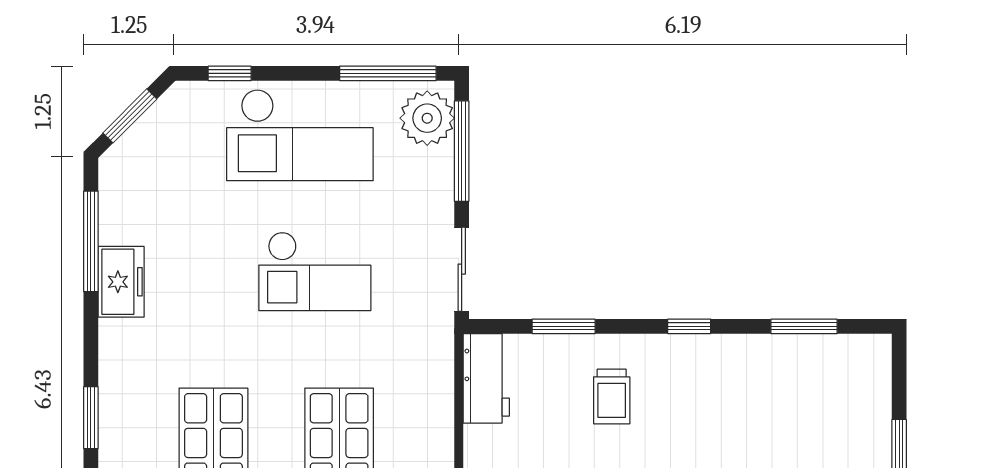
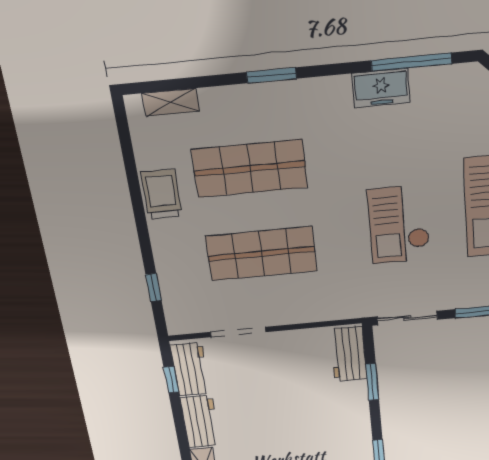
workbench: (486, 378) -> (348, 354), moved, turned 90
trolley: (612, 397) -> (327, 414), removed

